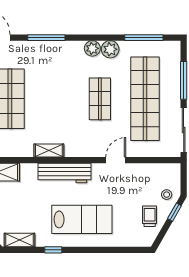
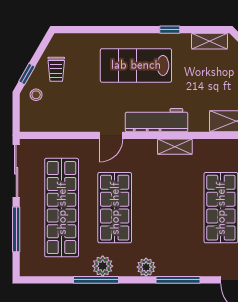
window: (144, 38) -> (96, 280), moved
plant: (92, 48) -> (146, 267), moved
shop shelf: (100, 99) -> (115, 208), width x1.43, depth x1.36
door: (116, 160) -> (111, 135), moved

